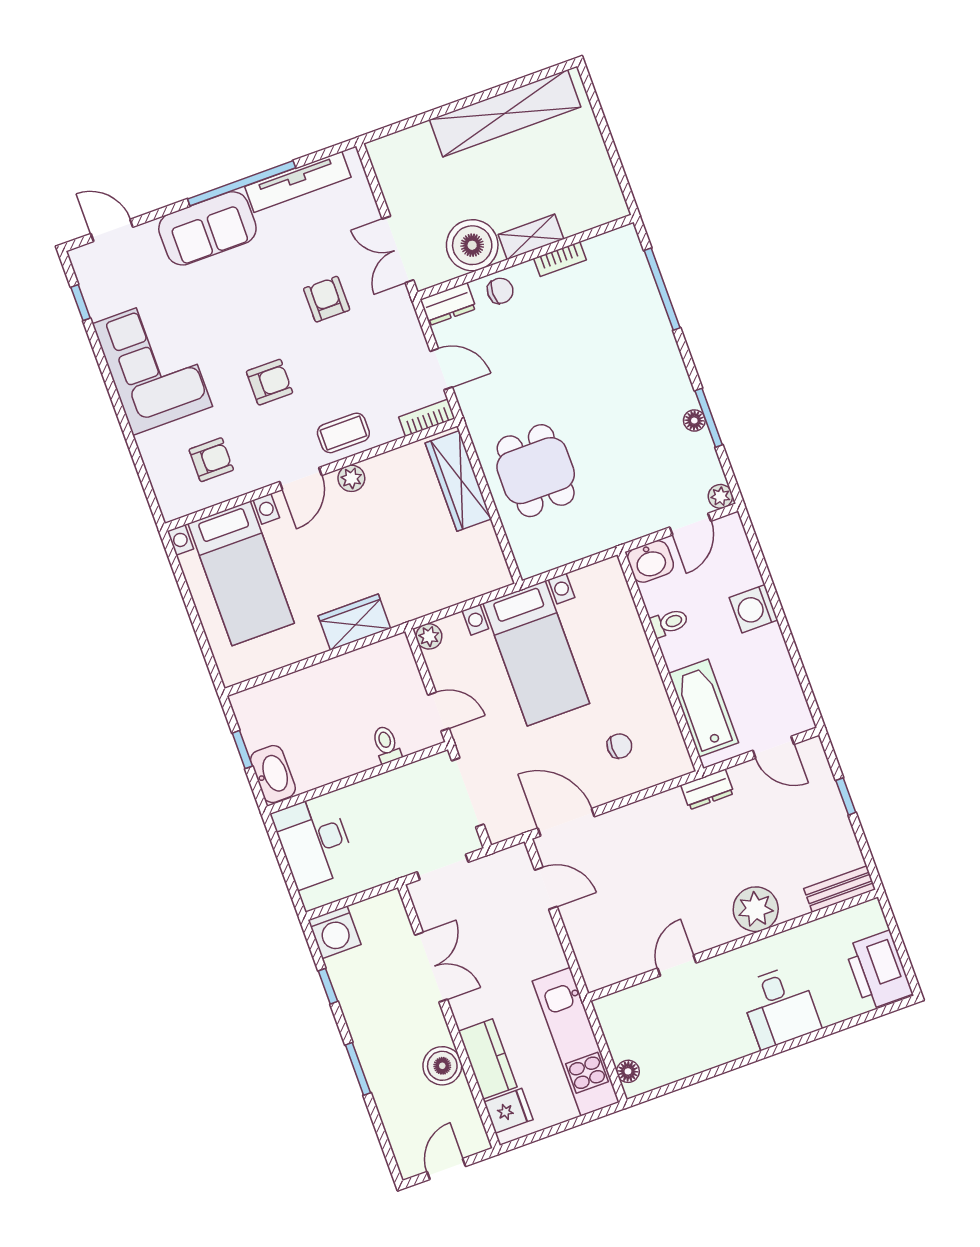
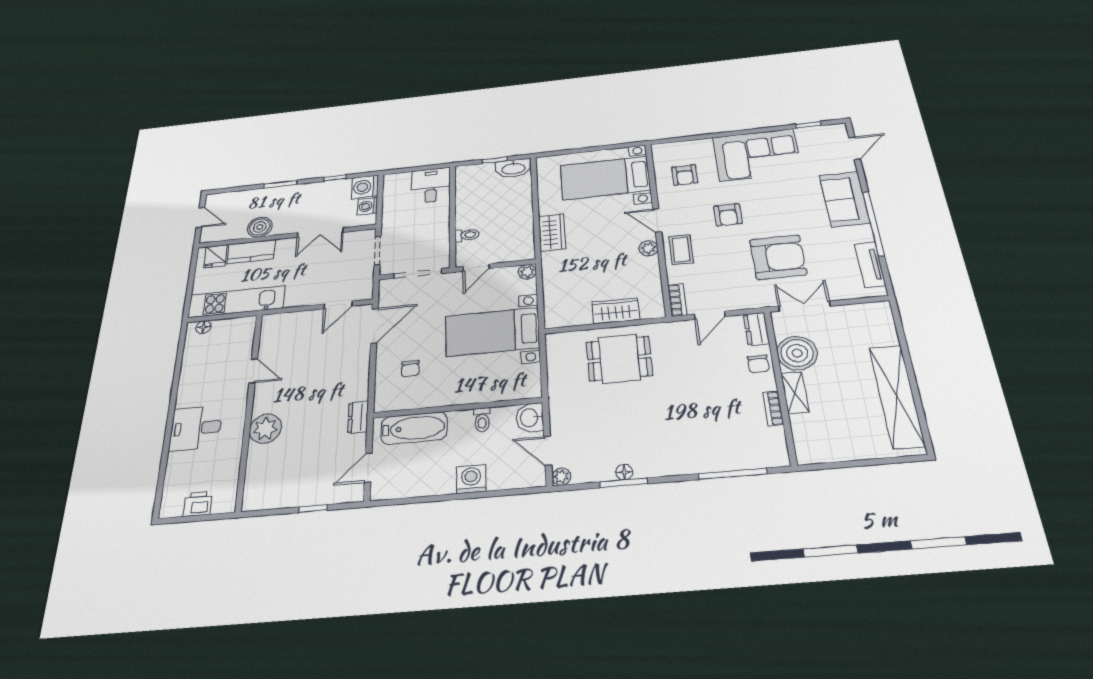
tv unit: (298, 182) -> (870, 265), width x0.71
armchair: (327, 299) -> (778, 257), width x1.88, depth x1.88
wardrobe: (458, 481) -> (616, 311), width x0.67
washbasin: (273, 774) -> (513, 168), moved
desk: (314, 841) -> (431, 185), width x0.73
bench: (840, 889) -> (253, 487), removed
washing machine: (369, 914) -> (367, 206), added
printer: (878, 970) -> (198, 504), width x0.53, depth x0.68

